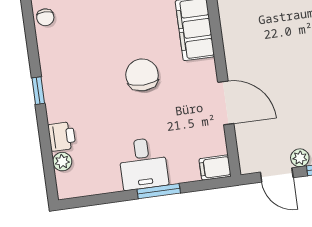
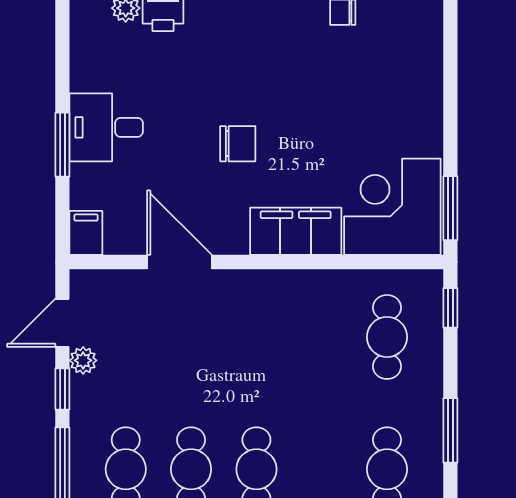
chair: (142, 75) -> (238, 144), width x0.73, depth x0.73
door: (226, 103) -> (179, 262), swing flipped

